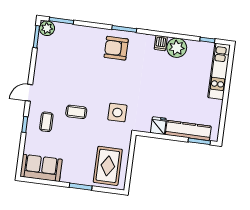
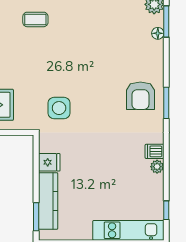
floor lamp: (70, 28) -> (158, 33), added
armchair: (116, 48) -> (140, 96), turned 180
plant: (177, 48) -> (157, 167), width x0.53, depth x0.53
coffee table: (76, 112) -> (53, 56), removed

